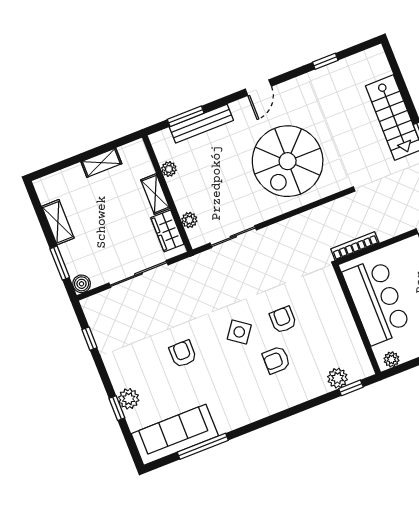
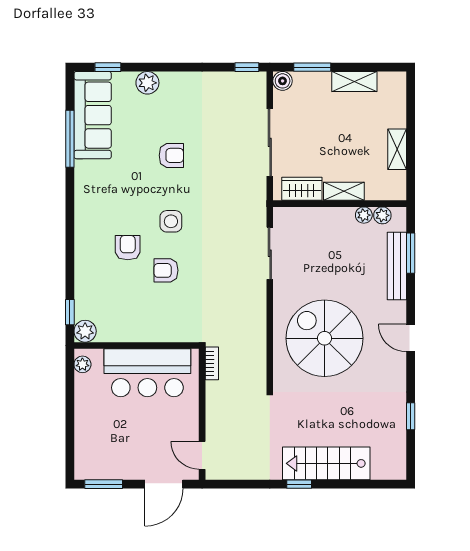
plant: (189, 220) -> (382, 215), moved
bookcase: (355, 246) -> (212, 363), width x0.64
armchair: (283, 320) -> (166, 270), turned 180
side table: (239, 332) -> (171, 221), turned -36
window: (90, 339) -> (247, 67), moved
plant: (337, 378) -> (85, 331), moved
window: (117, 408) -> (108, 67), moved

